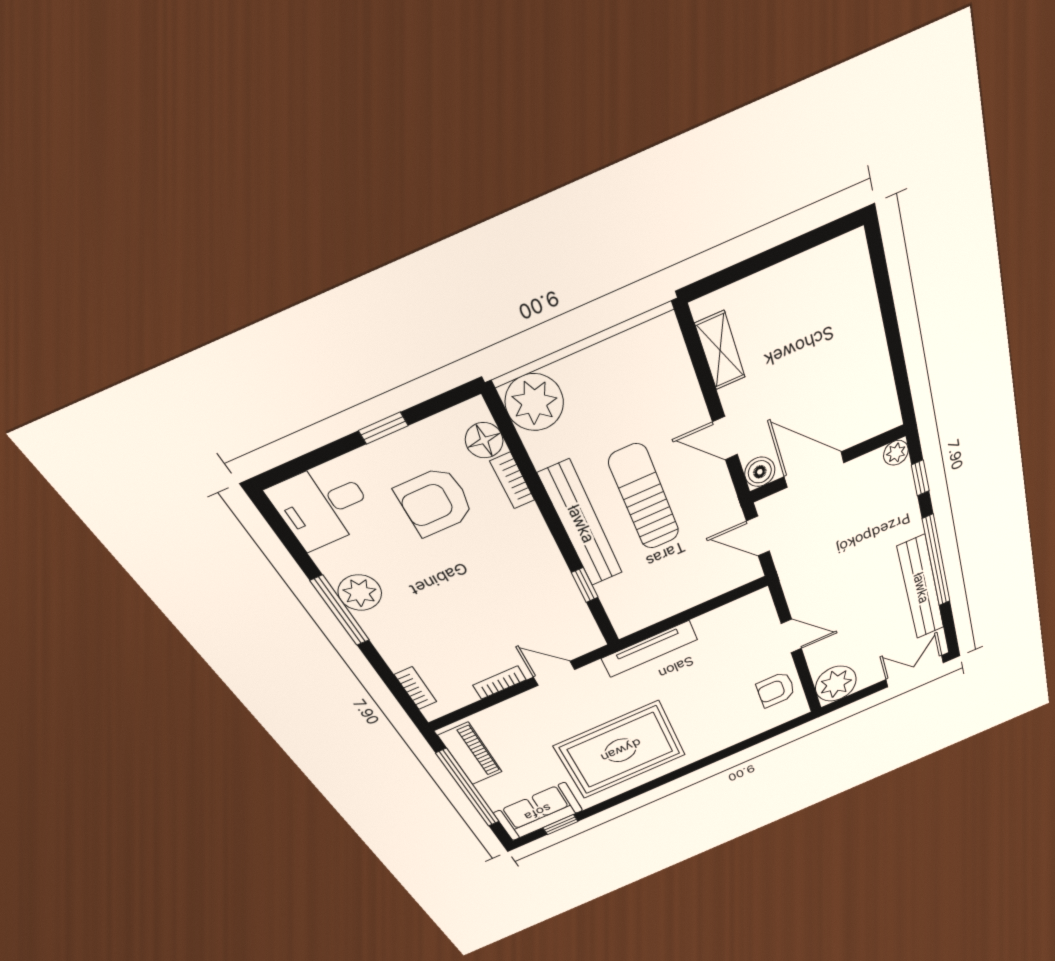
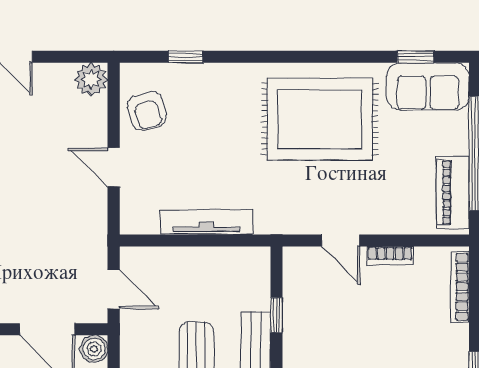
tv unit: (650, 649) -> (206, 222), moved
plant: (836, 684) -> (91, 79), width x0.73, depth x0.73
bookcase: (416, 688) -> (460, 287), width x1.56
armchair: (776, 690) -> (147, 111), turned 73
window: (756, 740) -> (186, 57), added

